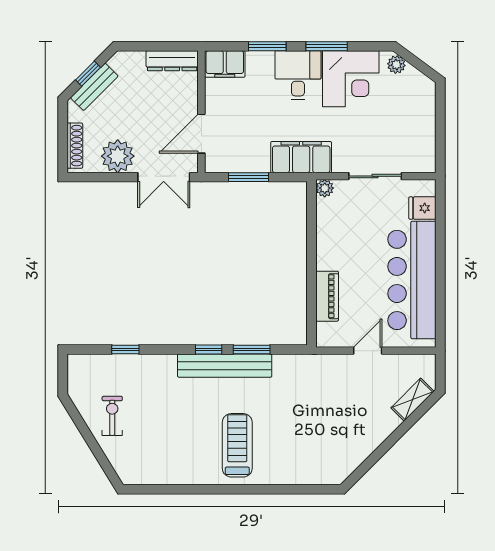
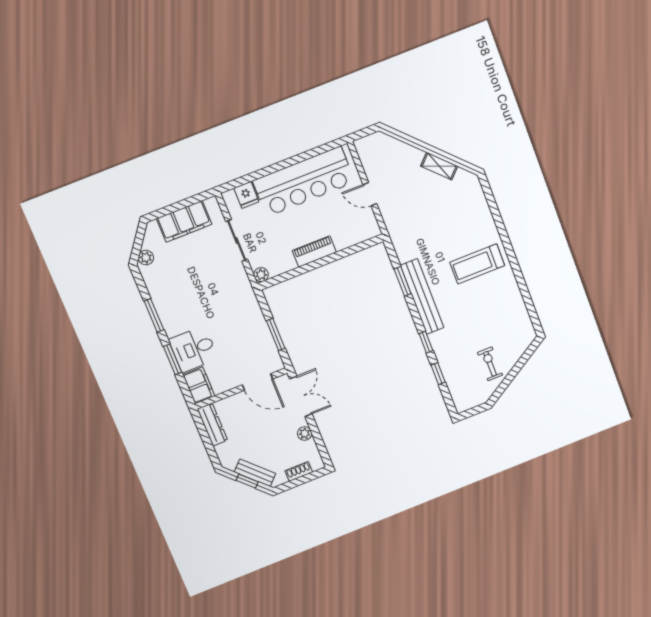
desk: (298, 75) -> (194, 349), moved
corner desk: (351, 79) -> (171, 288), removed
shoe rack: (75, 146) -> (299, 471), width x0.70
plant: (118, 156) -> (305, 433), width x0.53, depth x0.53
filing cabinet: (301, 157) -> (184, 221), moved, turned -90
piano: (327, 296) -> (314, 251), moved
window: (209, 350) -> (426, 342), moved
shelving: (412, 400) -> (439, 166), moved
exercise bike: (112, 416) -> (490, 364), turned 90

